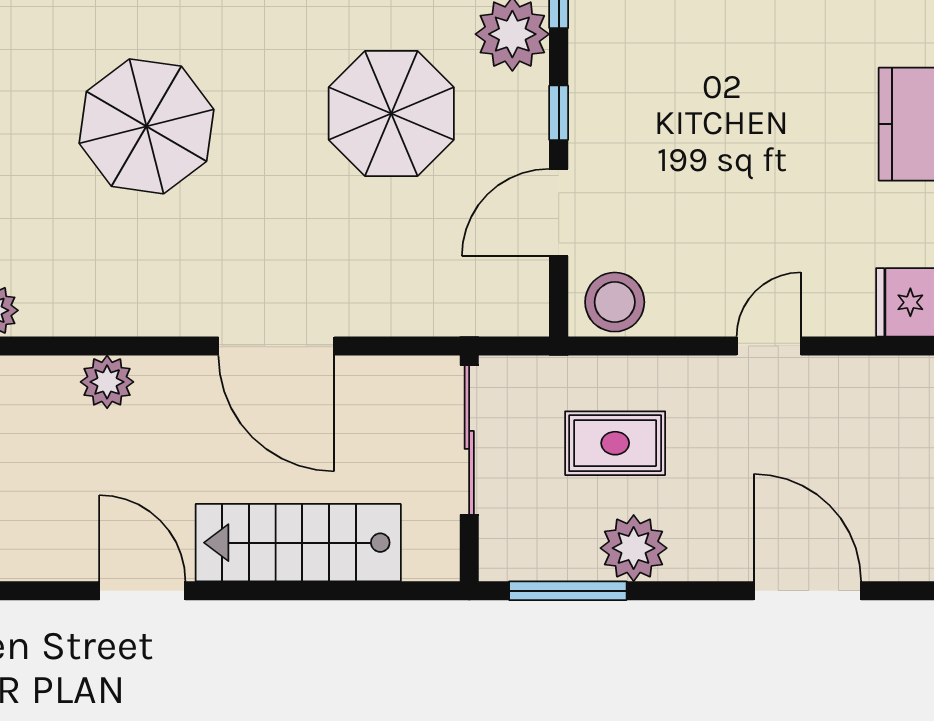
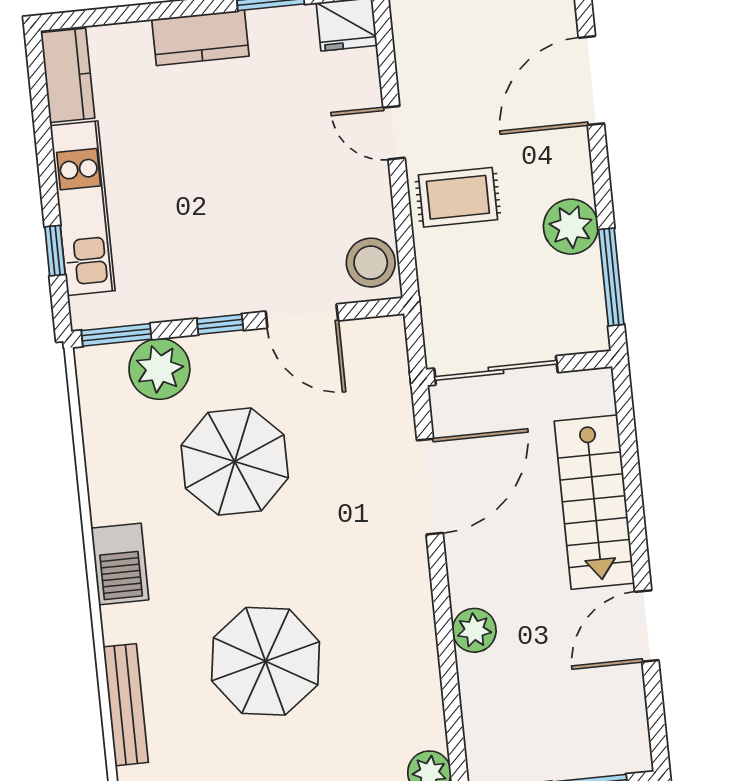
door: (276, 346) -> (430, 487), moved
plant: (107, 382) -> (474, 630), moved
rug: (615, 443) -> (458, 197), moved, turned 90

